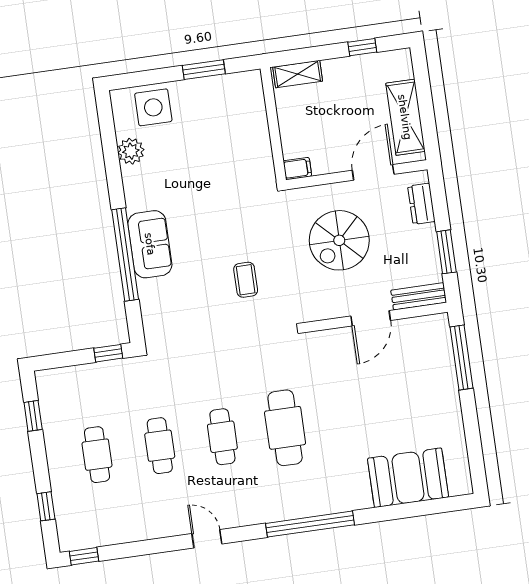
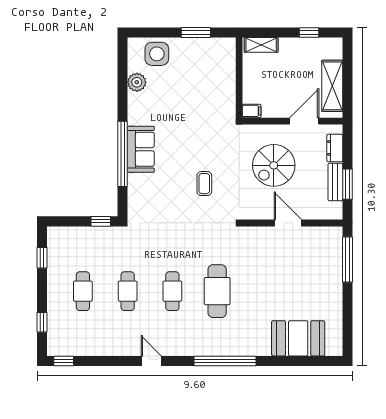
bench: (419, 296) -> (335, 182), moved, turned 90
door: (371, 318) -> (288, 223), swing flipped

